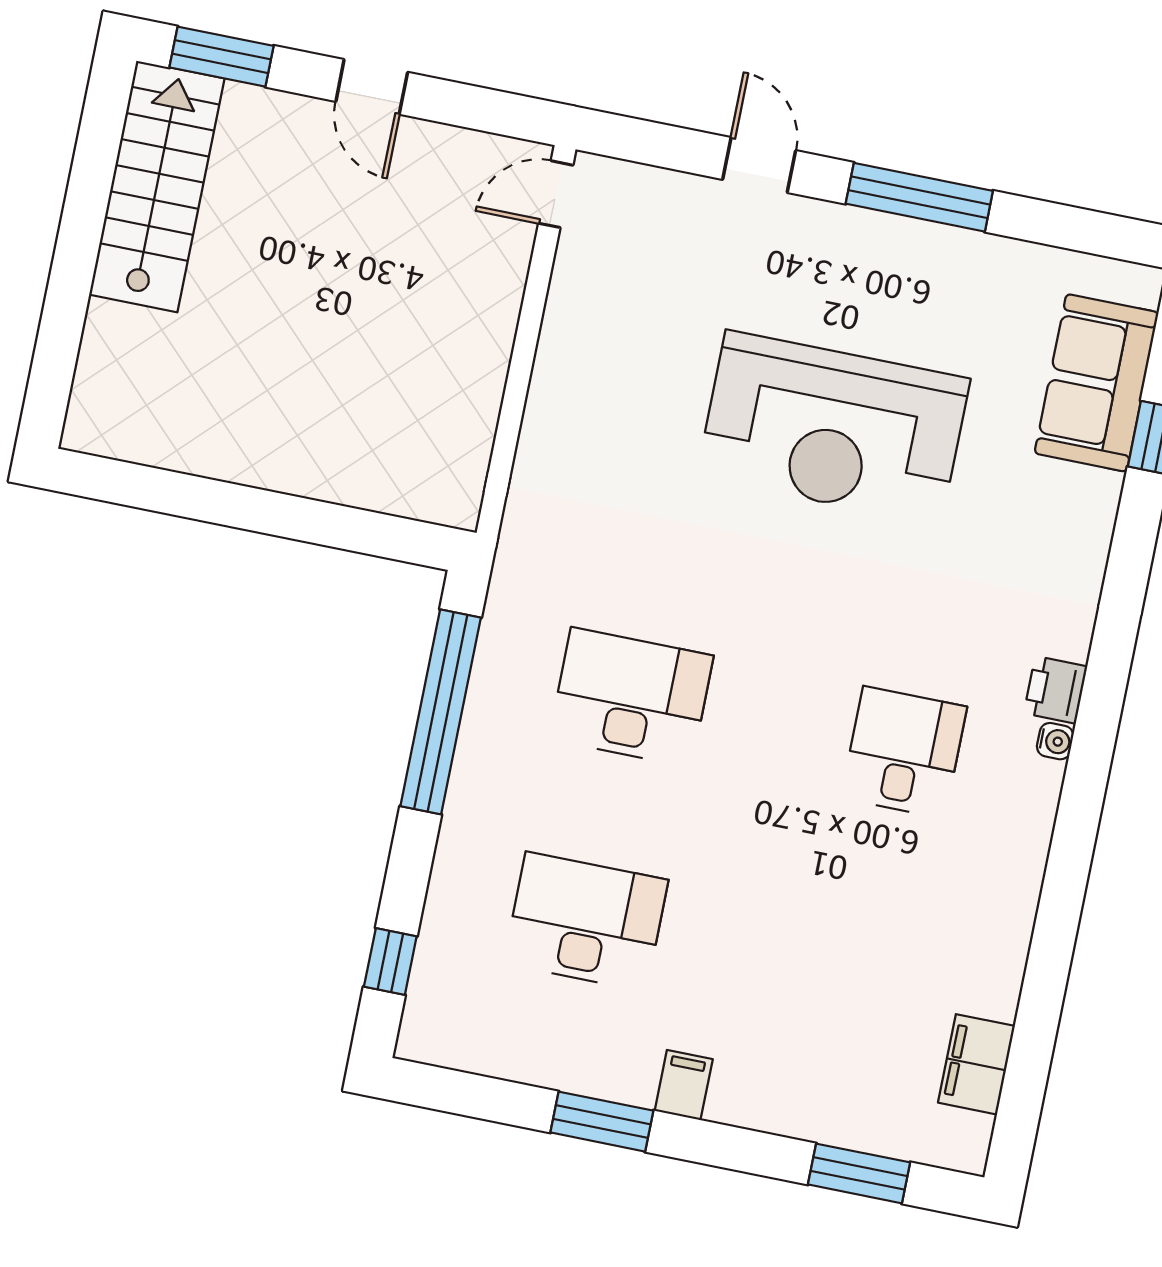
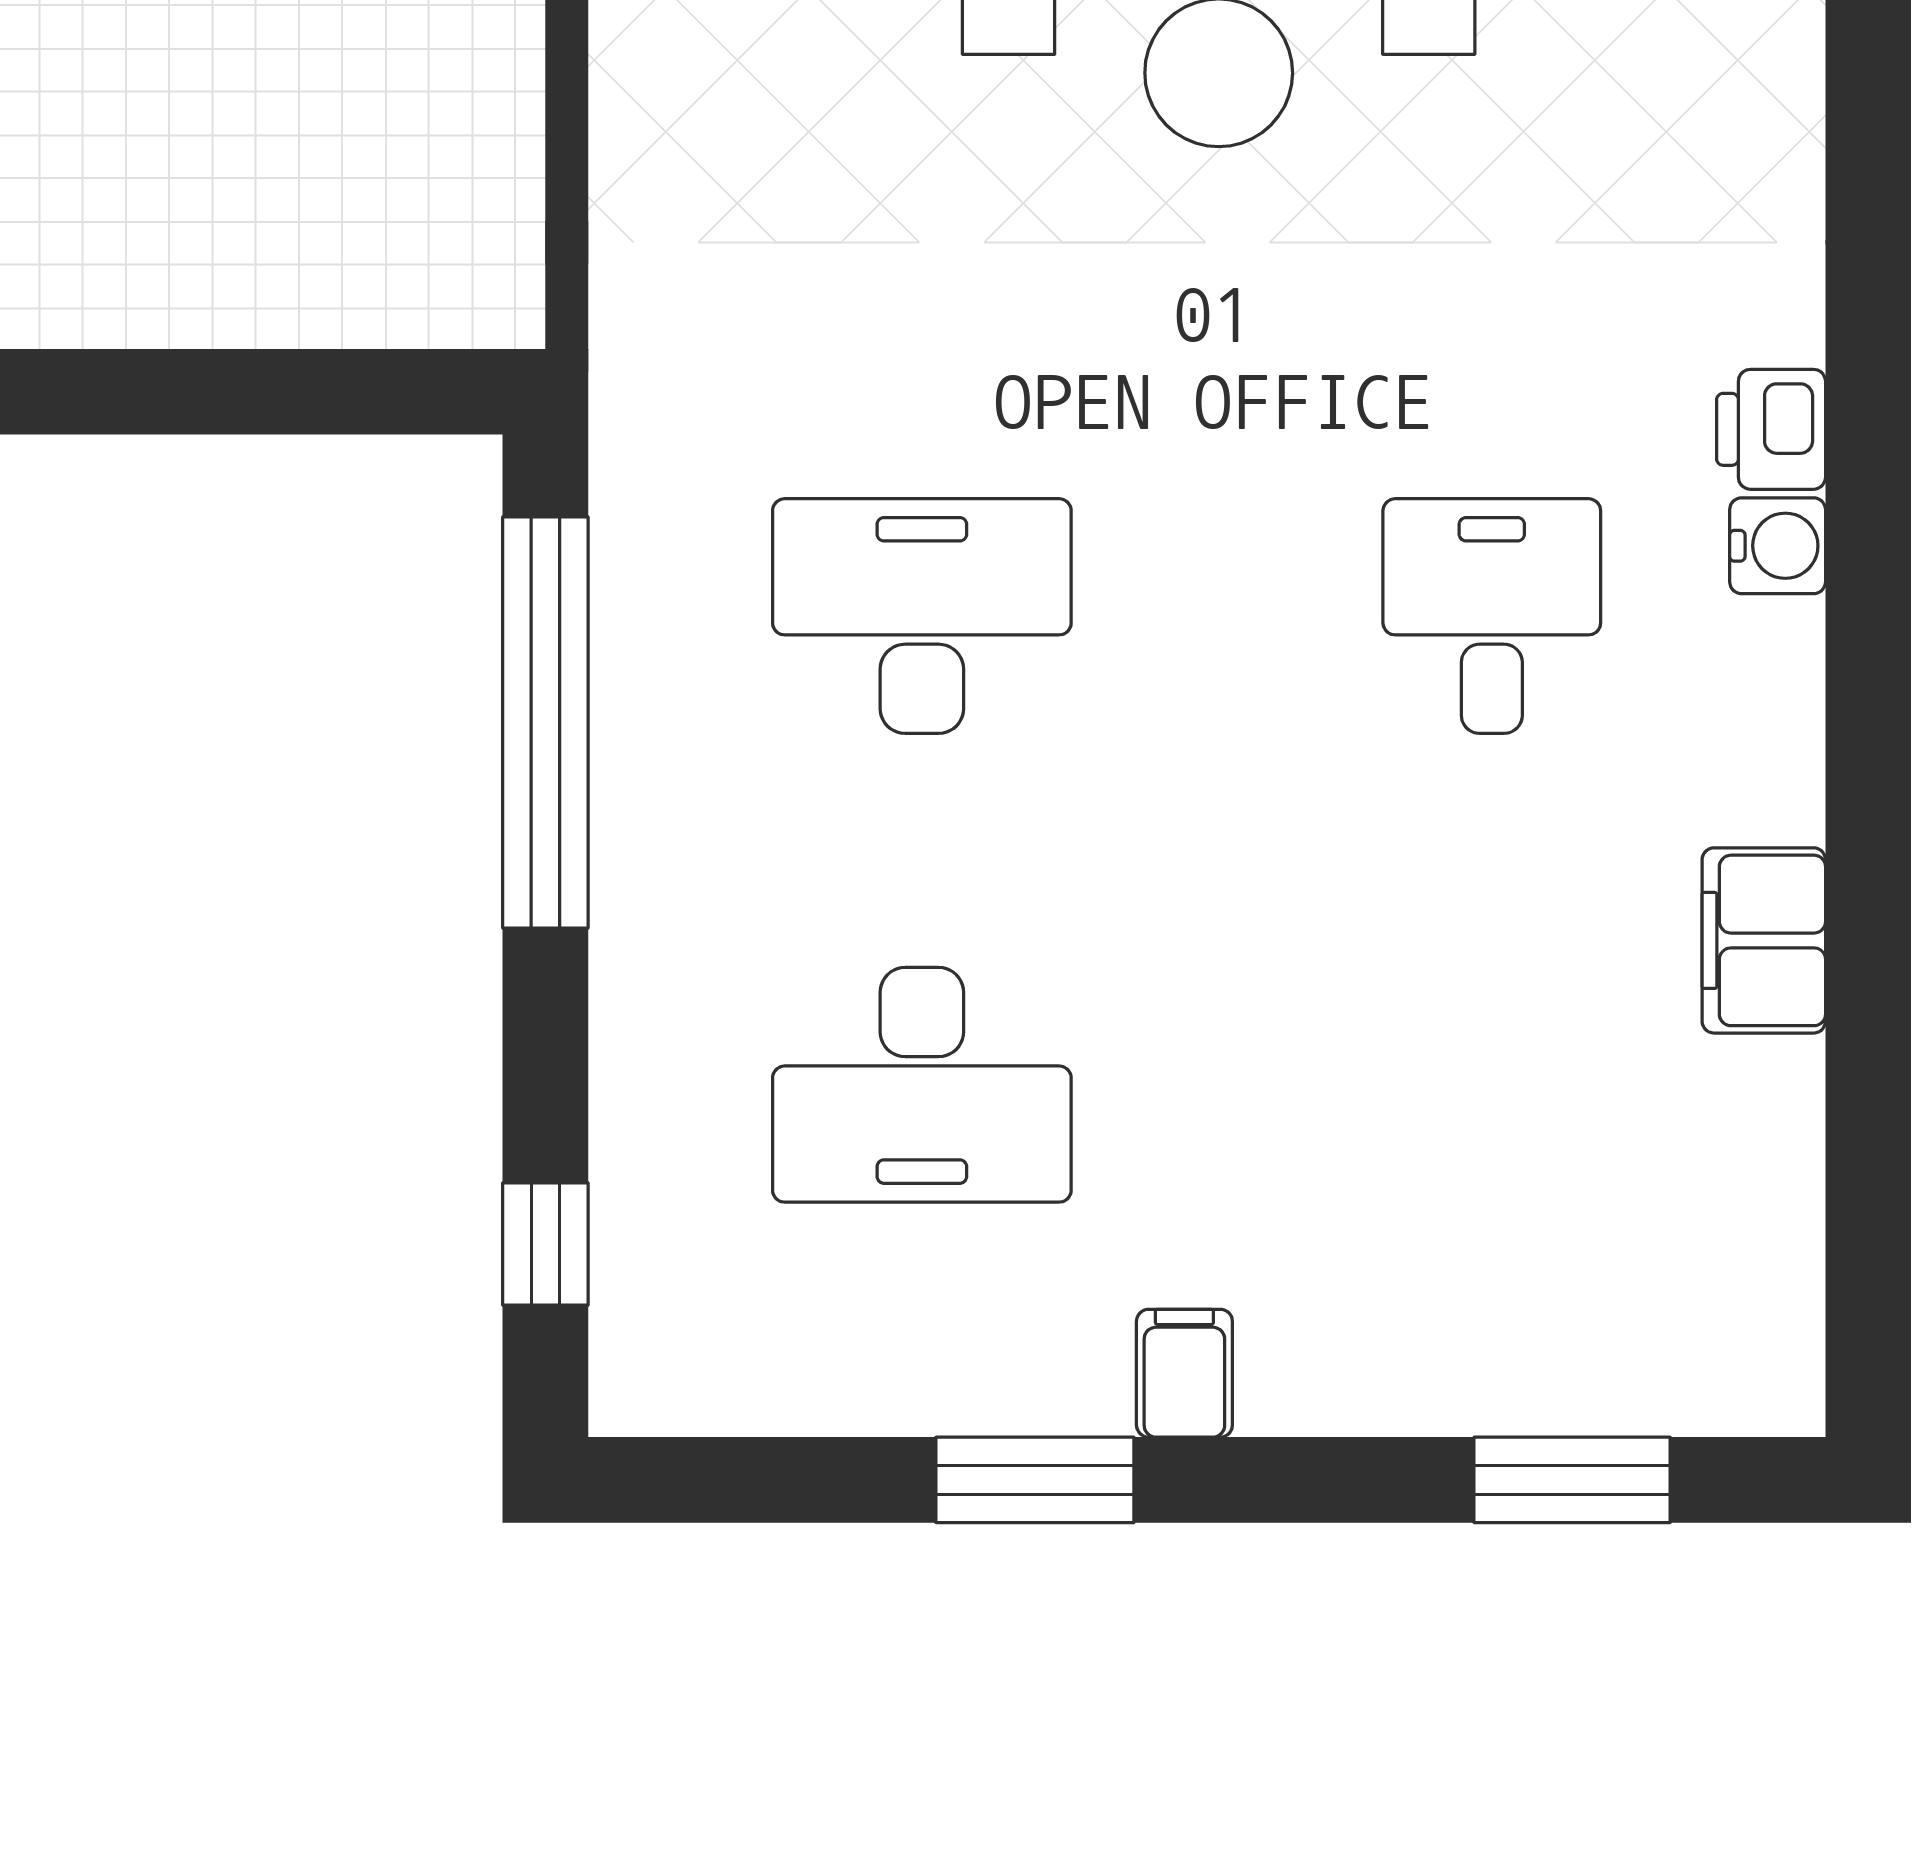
water cooler: (1055, 741) -> (1778, 546), width x1.38, depth x1.38
desk: (586, 922) -> (922, 1085), turned 180
filing cabinet: (976, 1064) -> (1764, 940), moved

